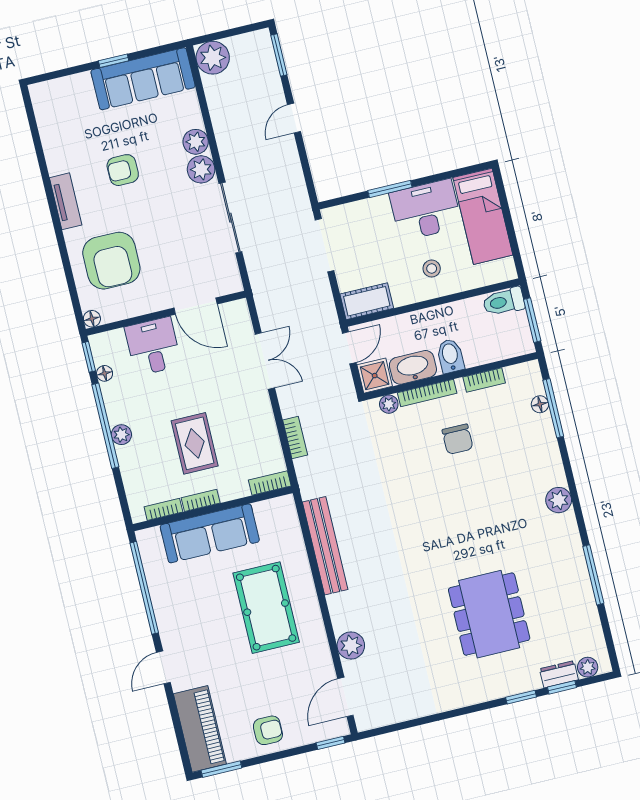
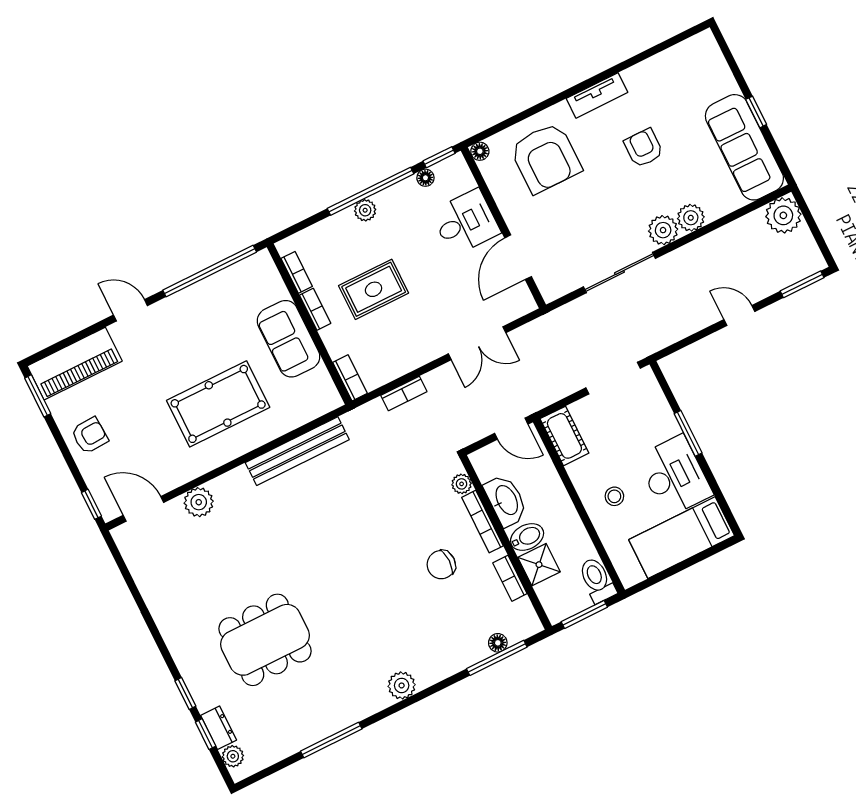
armchair: (111, 261) -> (546, 158), turned -90
shower: (375, 376) -> (539, 565), moved
sofa: (210, 533) -> (289, 339), width x0.73
armchair: (268, 730) -> (90, 435), turned -93

